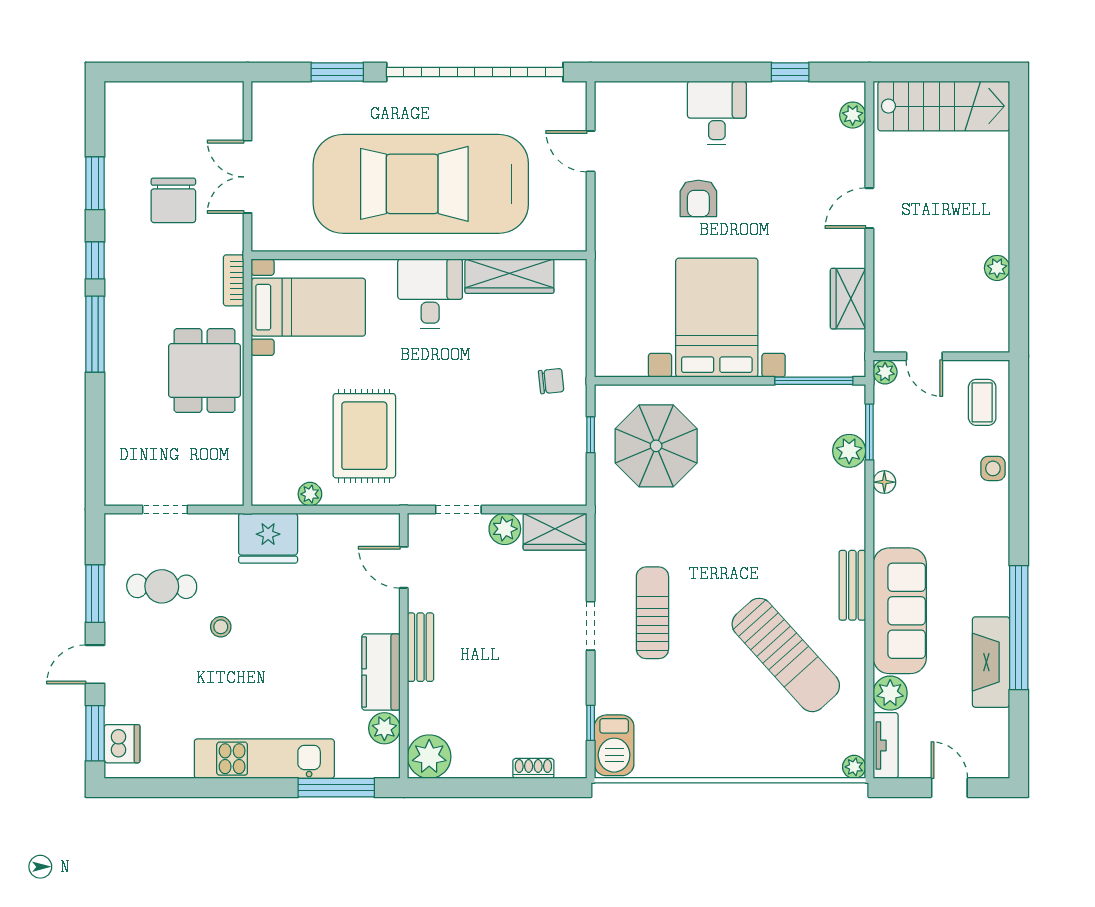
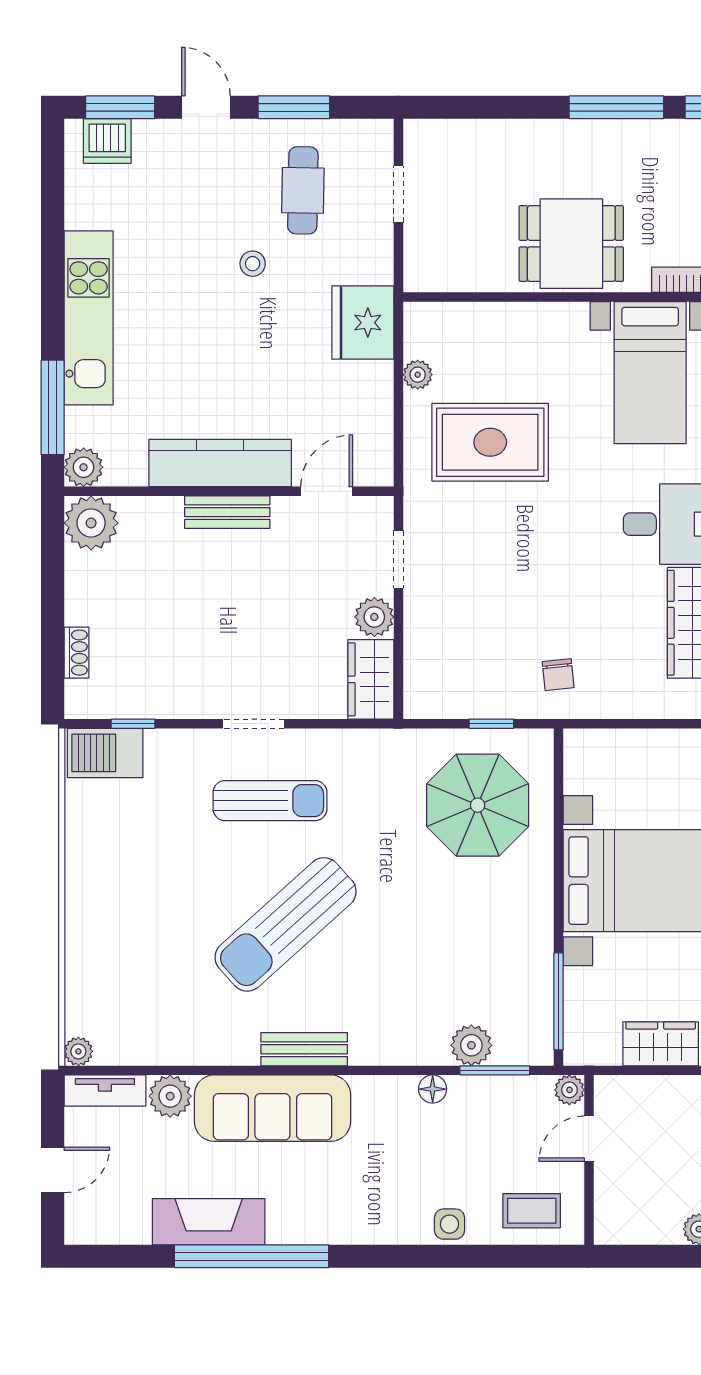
sun lounger: (786, 655) -> (286, 924), moved
kitchen counter: (381, 672) -> (220, 463), width x1.50
plant: (384, 728) -> (84, 467), moved

